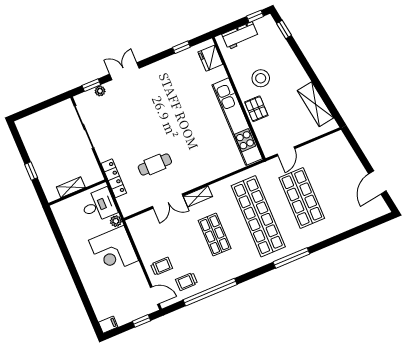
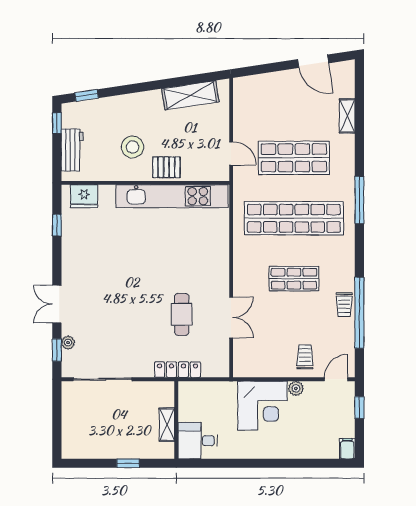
shelving: (198, 196) -> (347, 116), moved
desk: (99, 205) -> (198, 441), moved, turned -90
plant: (116, 221) -> (296, 388), moved
trolley: (187, 282) -> (344, 305), moved

